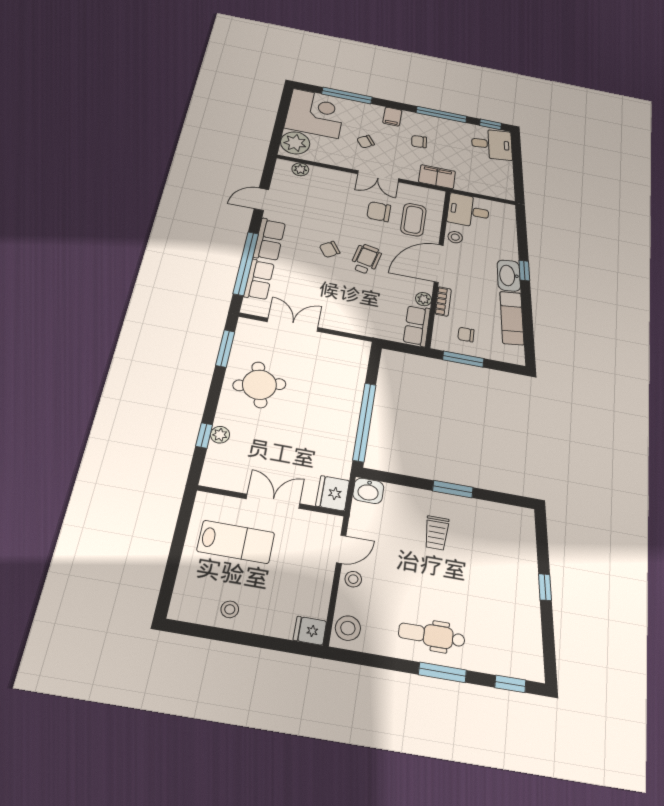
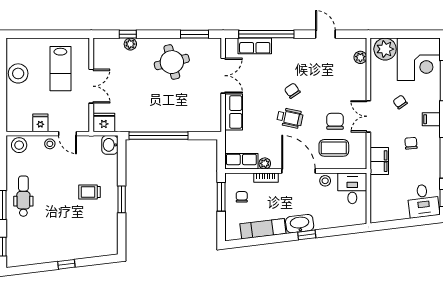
row of seats: (269, 240) -> (234, 112), moved, turned -90
stool: (230, 609) -> (18, 73), width x1.89, depth x1.89
fridge: (310, 631) -> (40, 123), moved

